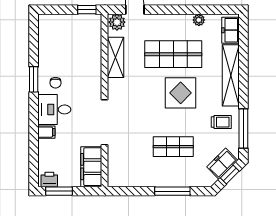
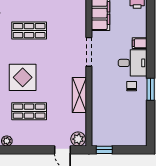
shop shelf: (173, 54) -> (29, 111), width x0.70, depth x0.74
shelving: (115, 57) -> (79, 95), moved
doorway: (105, 122) -> (89, 52), width x0.73

